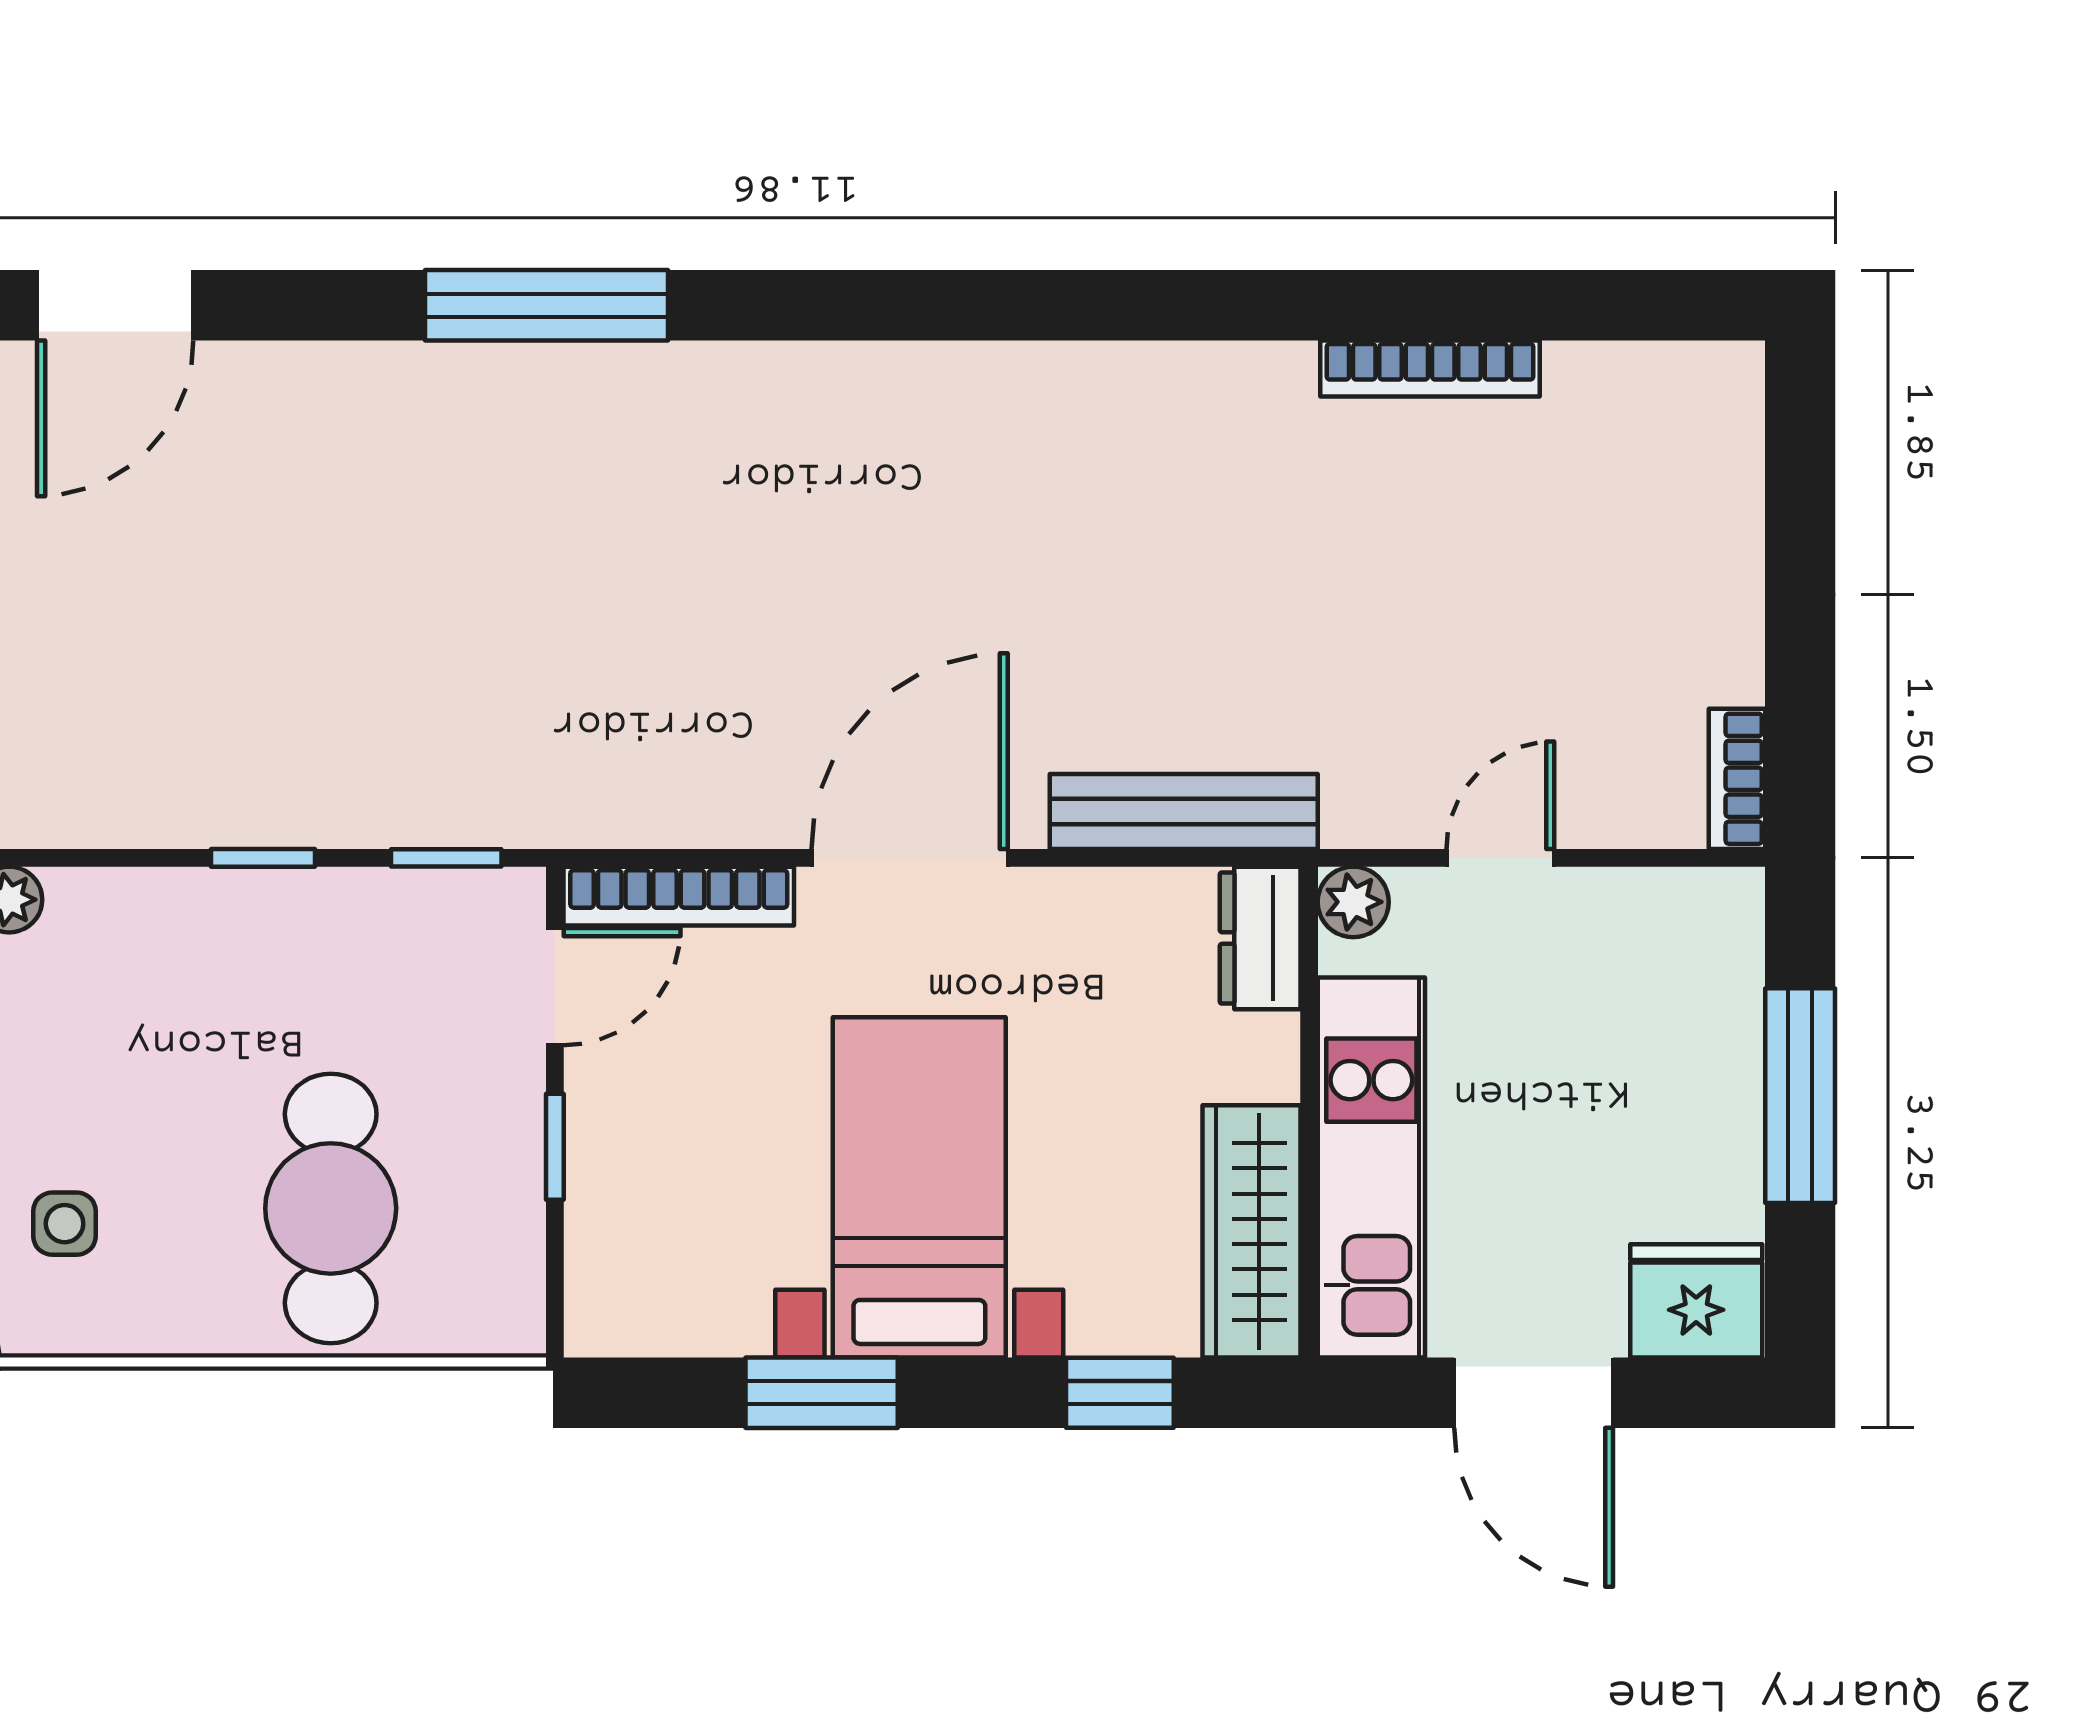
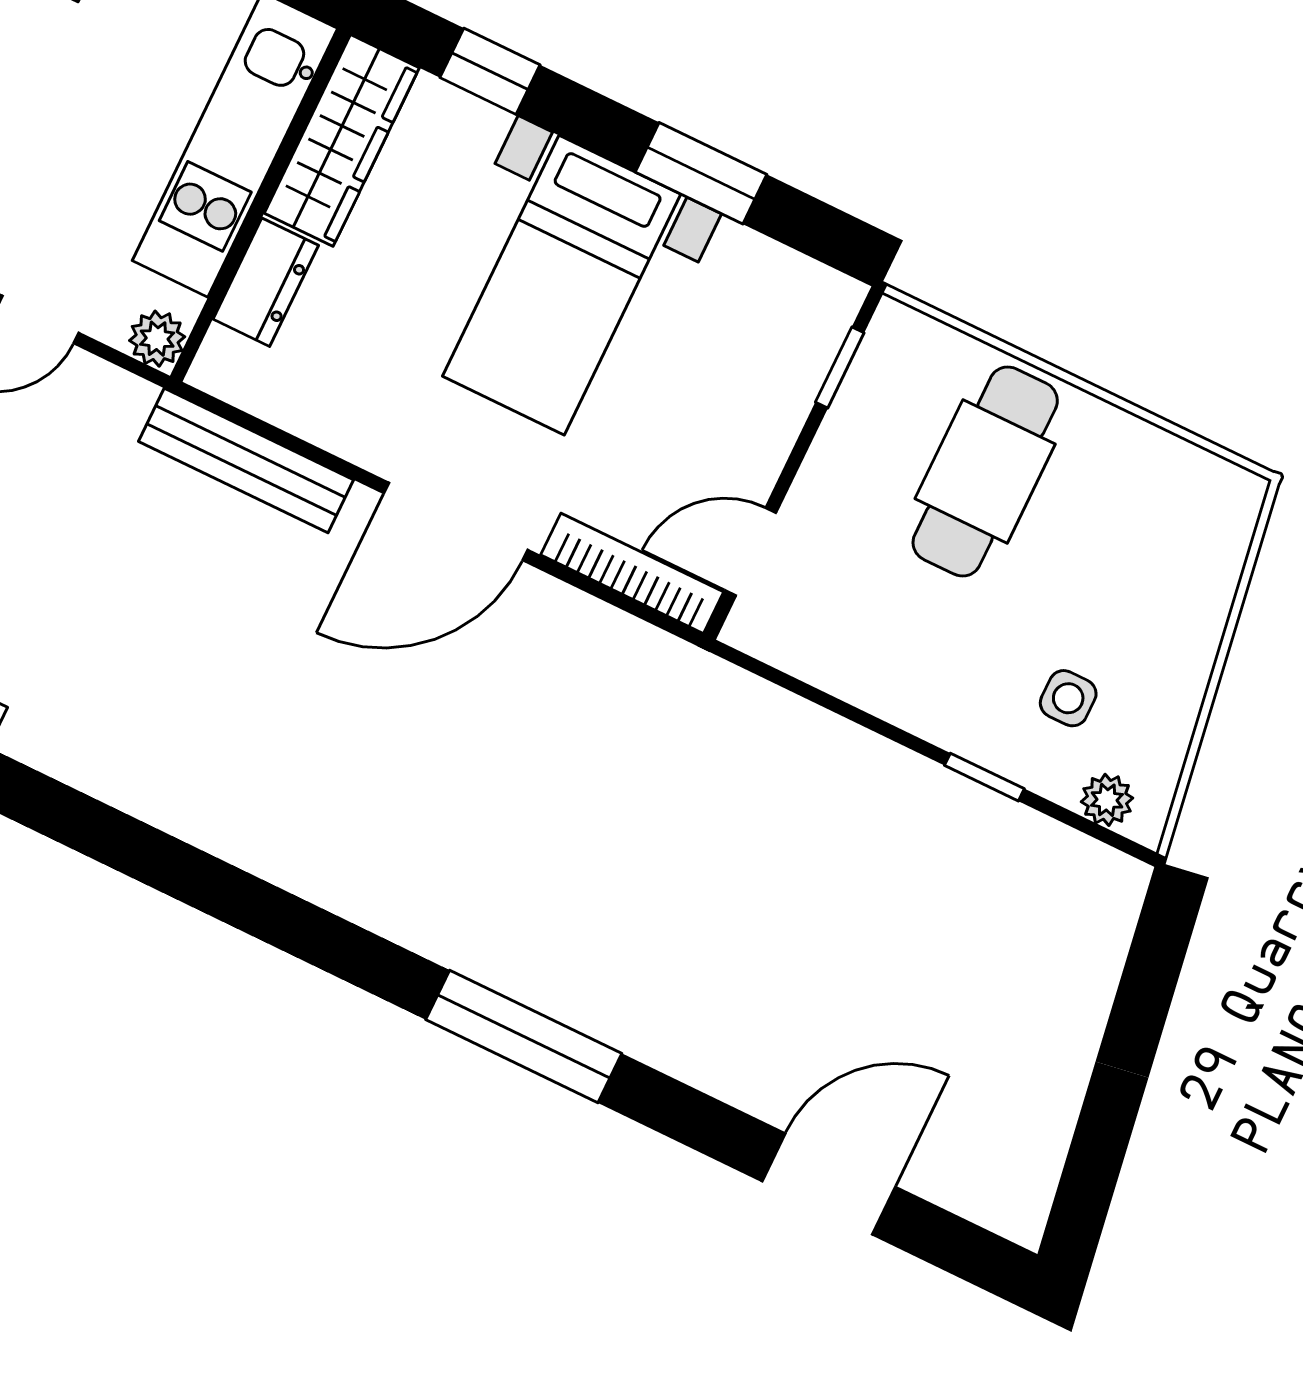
window: (263, 858) -> (984, 777), moved
window: (446, 858) -> (784, 680), removed
dresser: (1260, 938) -> (266, 282), moved
window: (555, 1147) -> (840, 367), moved
side table: (65, 1224) -> (1068, 698), moved

